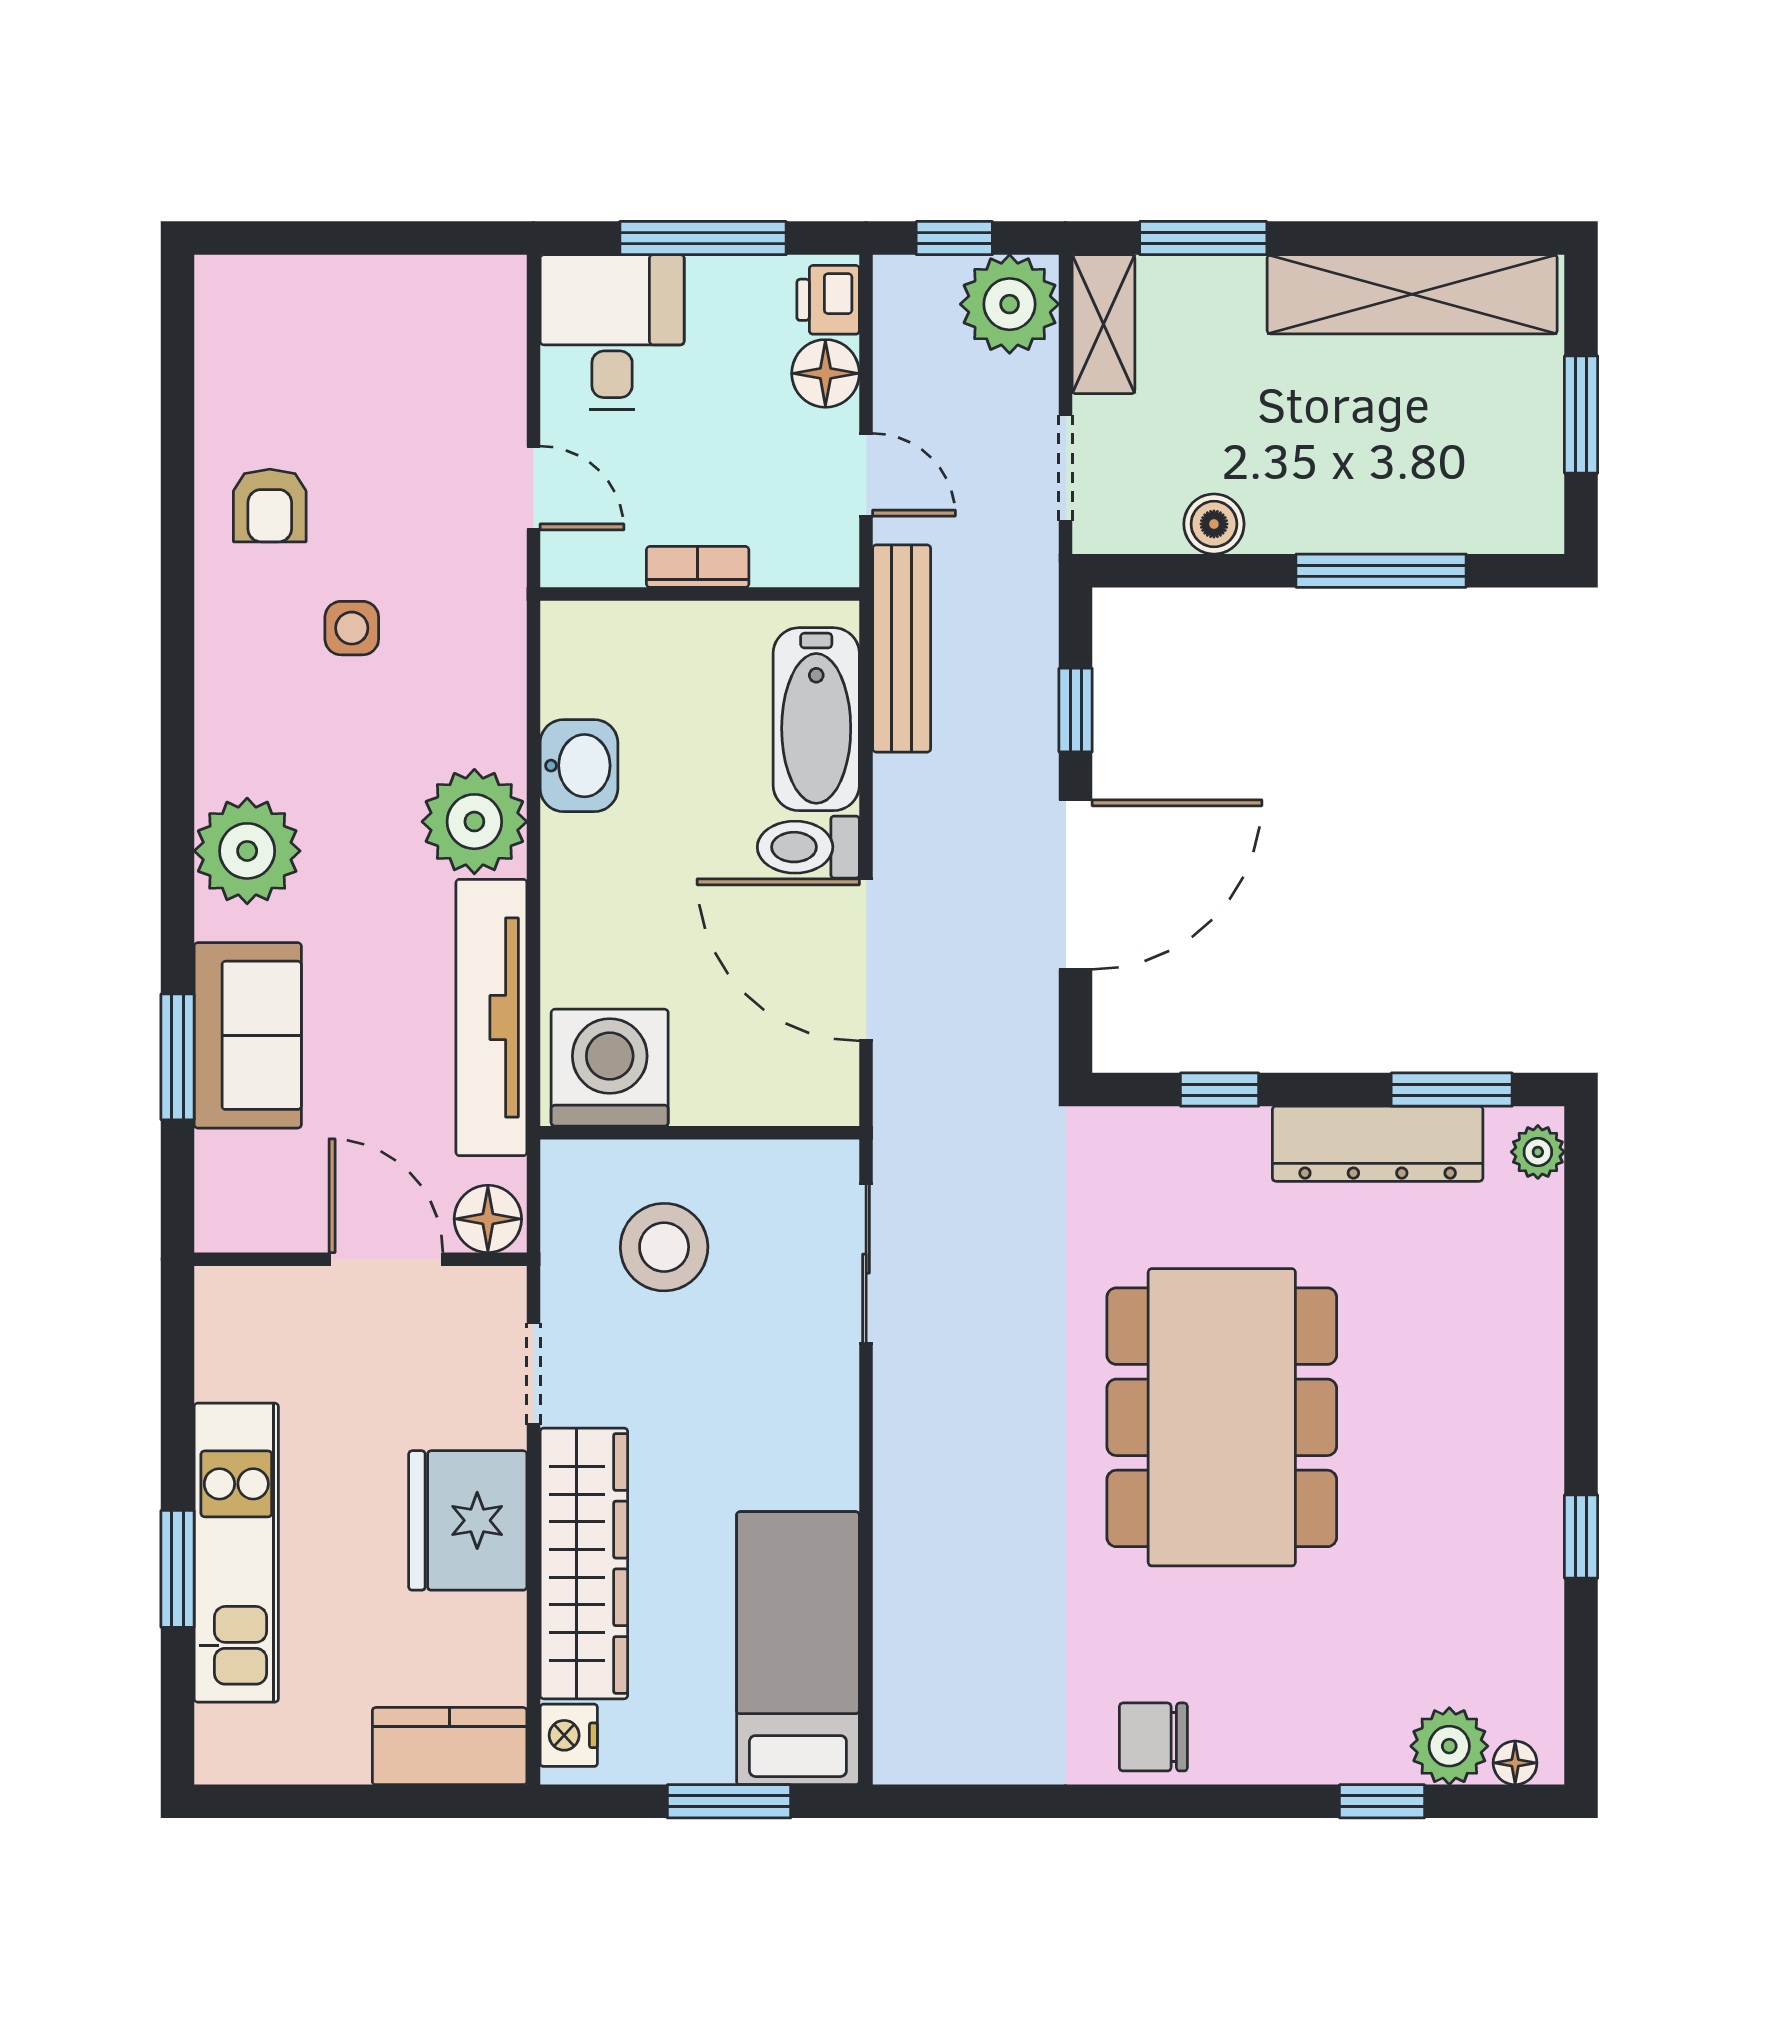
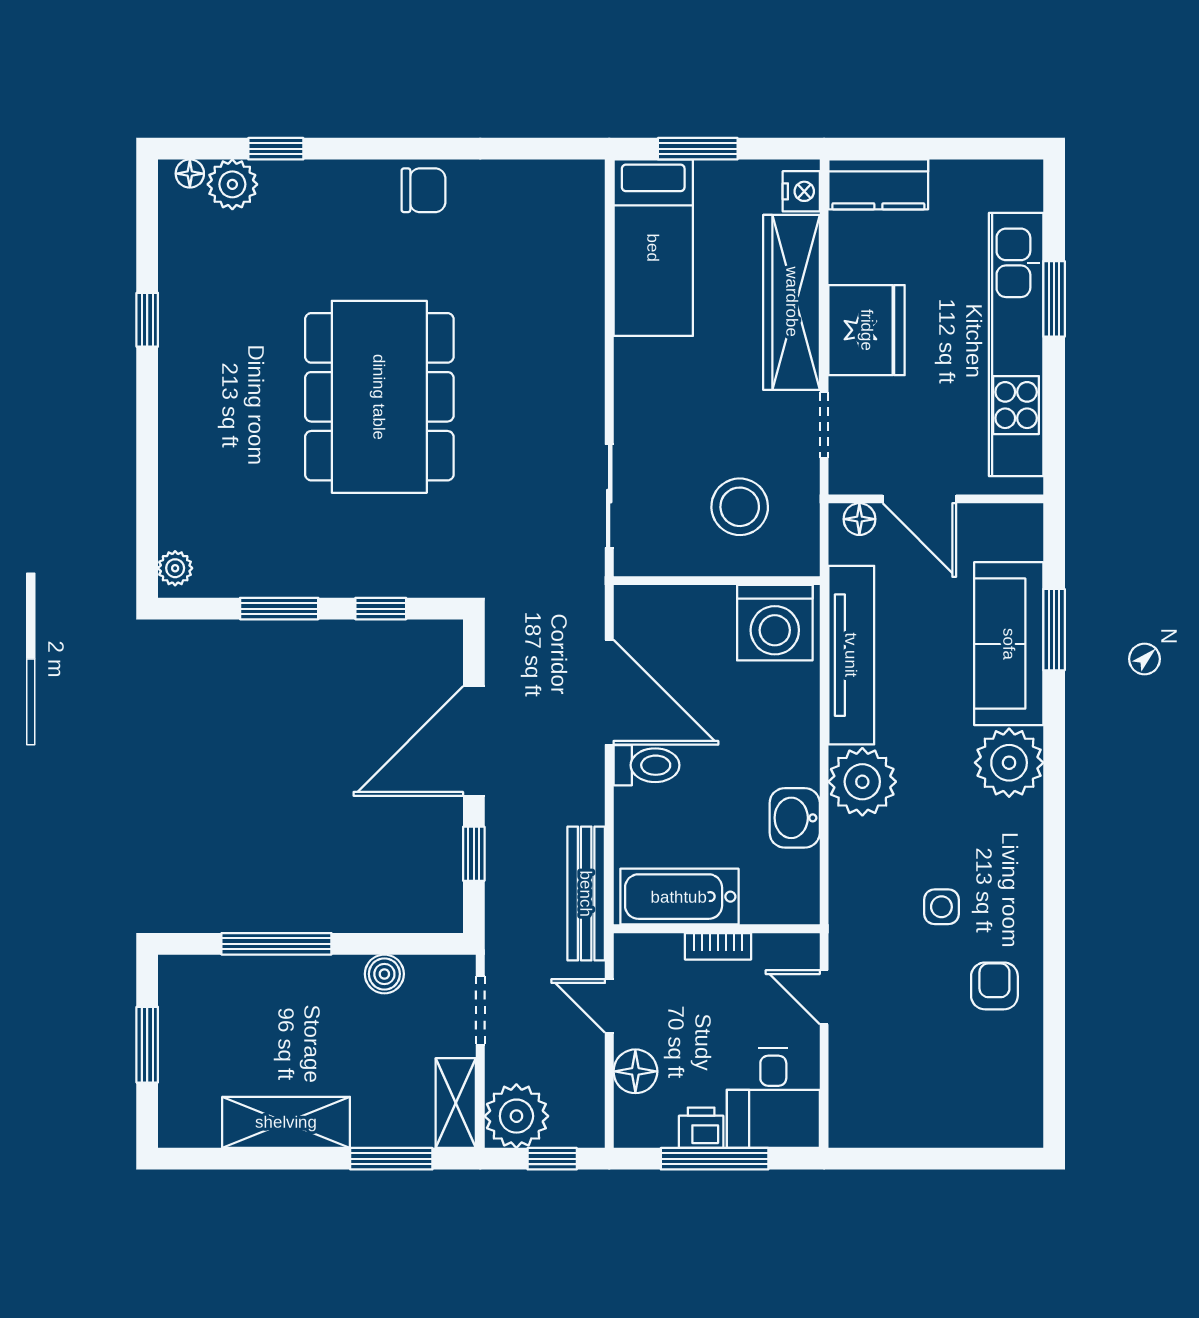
shelving: (1412, 294) -> (286, 1122), width x0.68
printer: (828, 300) -> (701, 1128), moved, turned -90
bathtub: (816, 719) -> (679, 897), moved, turned -90
sofa: (248, 1035) -> (1009, 644), width x1.36
window: (1452, 1090) -> (279, 609), moved
dresser: (1378, 1144) -> (279, 574), removed
floor lamp: (488, 1219) -> (859, 519), width x0.73, depth x0.73
kitchen unit: (236, 1553) -> (1016, 344), width x1.36

